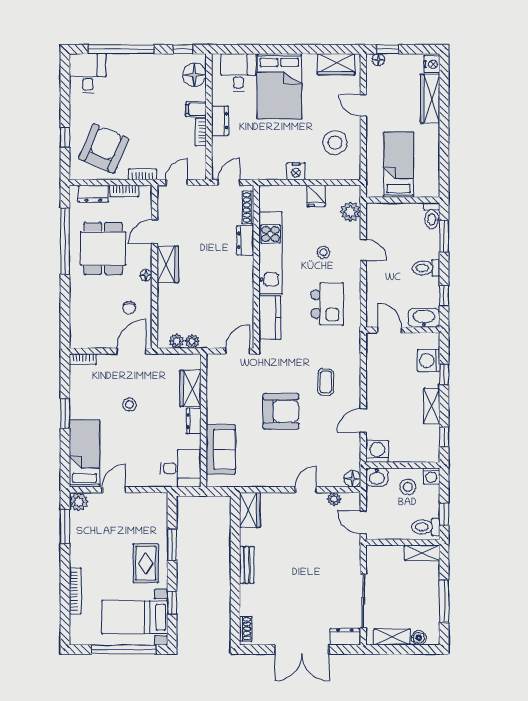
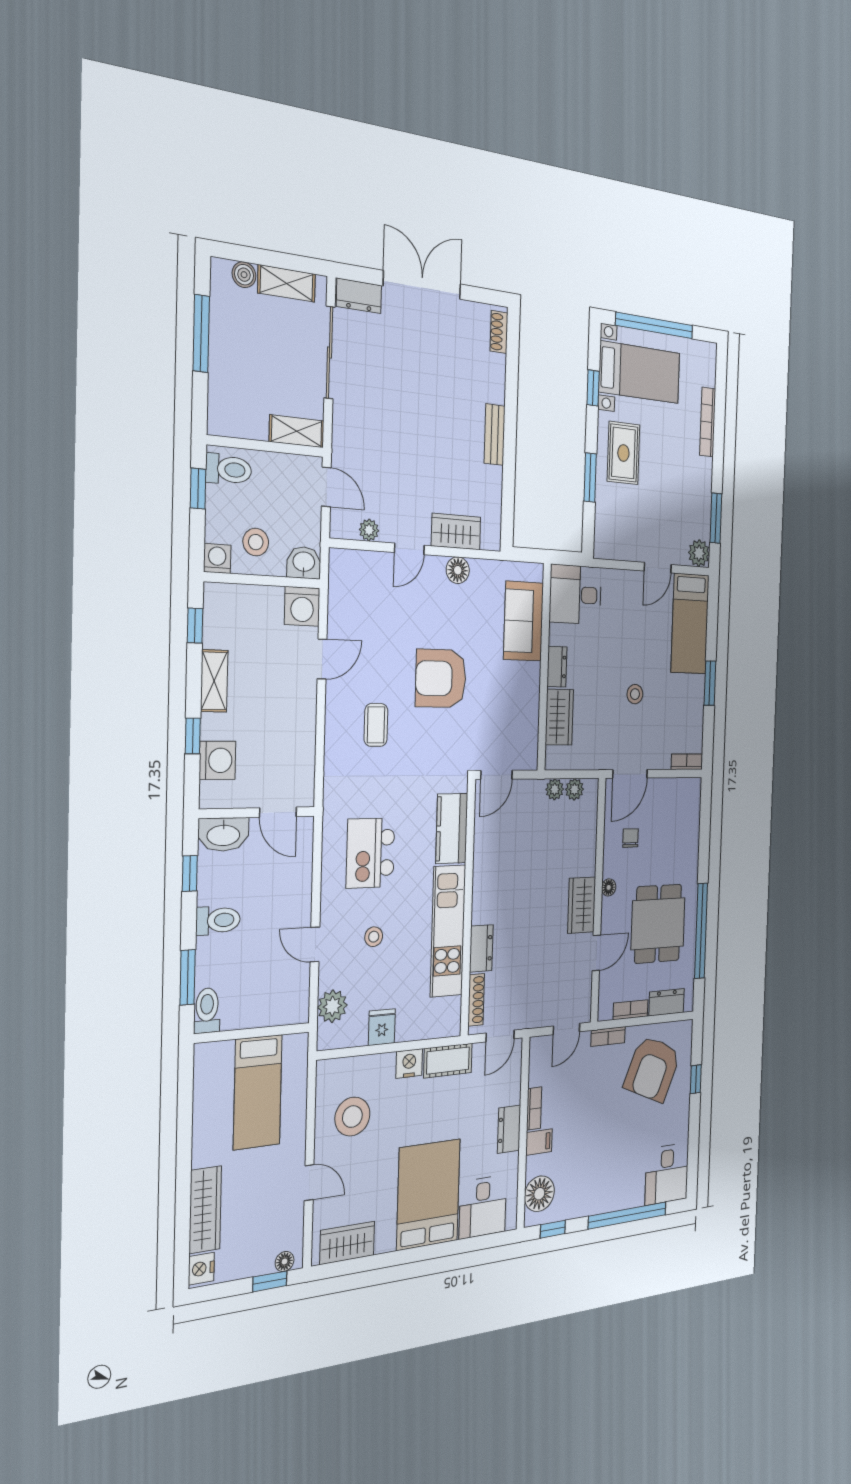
cot: (268, 170) -> (448, 1061), added
floor lamp: (352, 479) -> (458, 570), moved
wardrobe: (250, 510) -> (456, 532), moved, turned 90
shelving: (422, 553) -> (297, 431), moved

